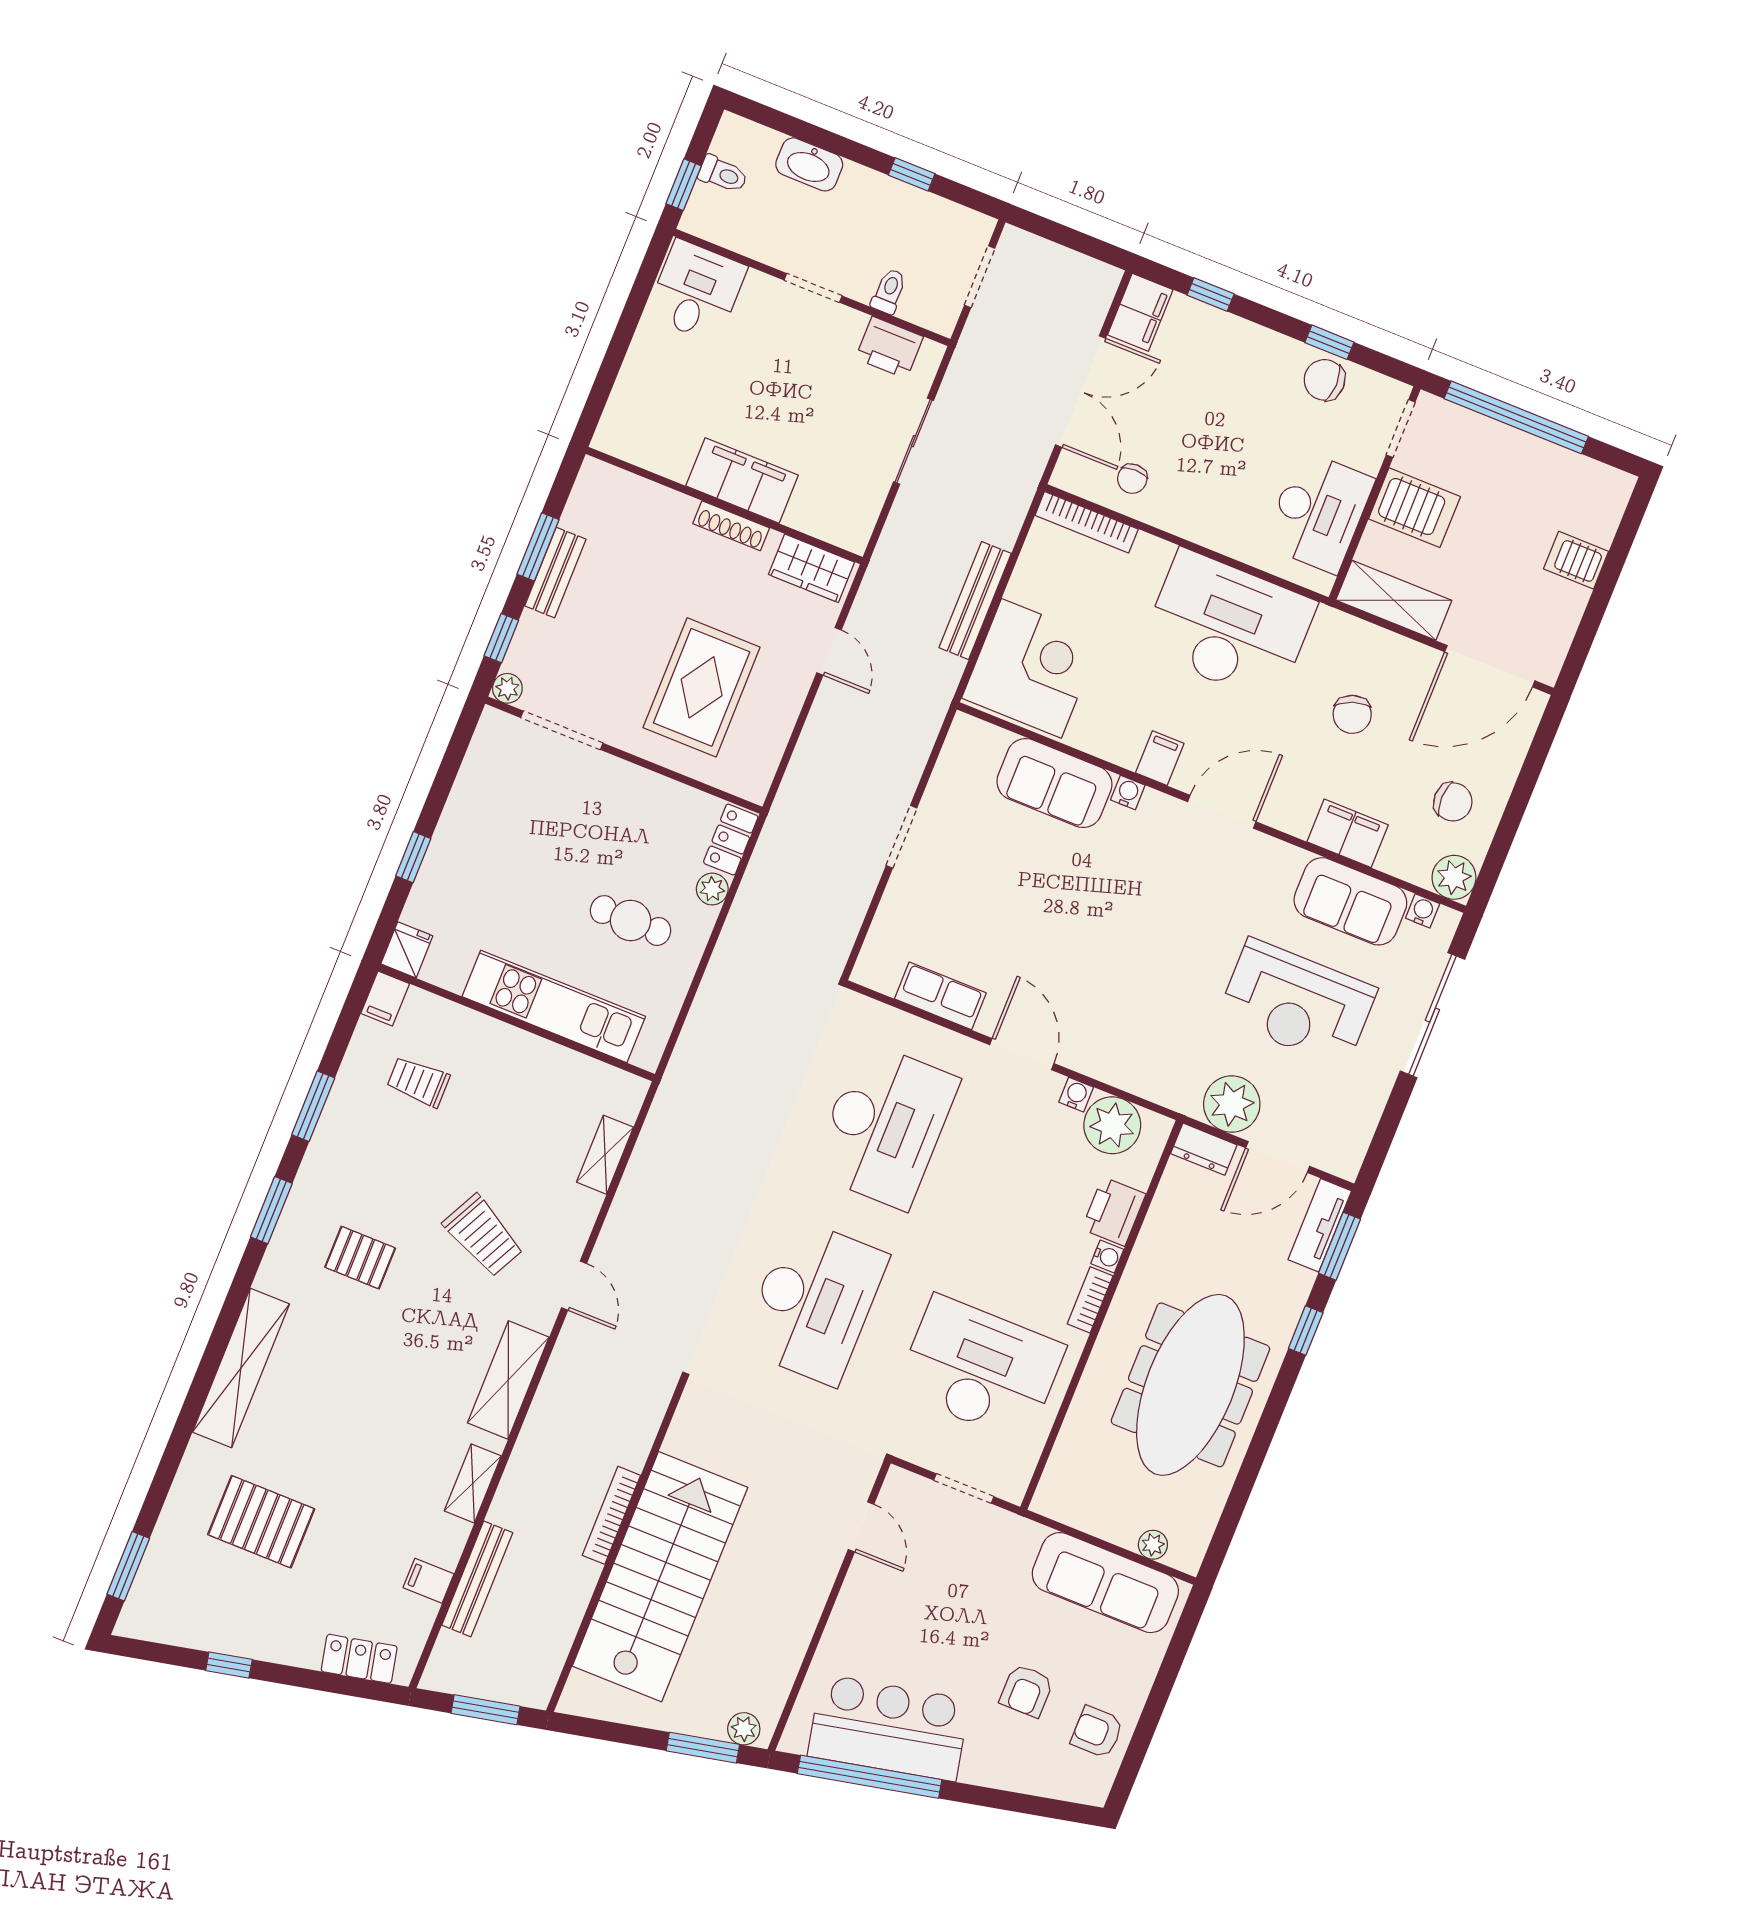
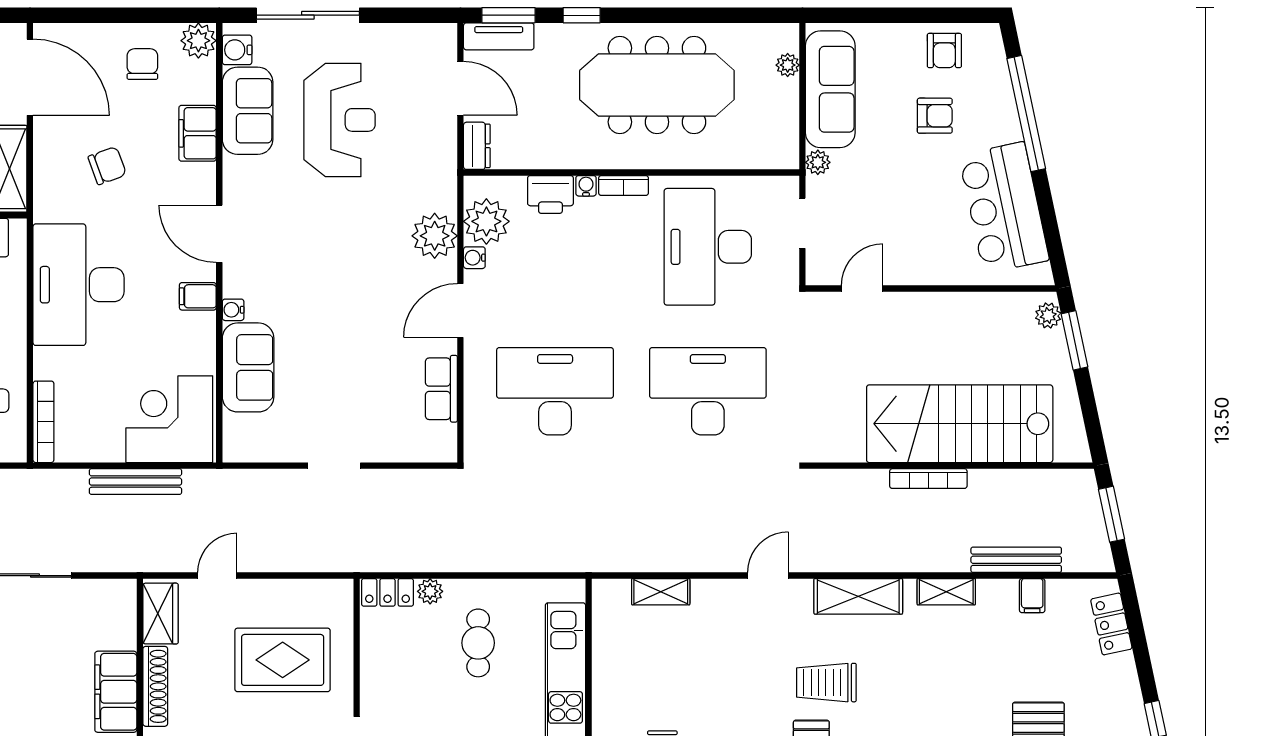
shoe rack: (731, 526) -> (155, 686), width x1.36, depth x1.24
water cooler: (1423, 911) -> (237, 50), width x1.38, depth x1.38
plant: (1232, 1104) -> (435, 236), moved
trolley: (483, 1236) -> (826, 683), moved, turned -117
plant: (1027, 1534) -> (818, 162), added
window: (870, 1777) -> (1026, 114), moved

